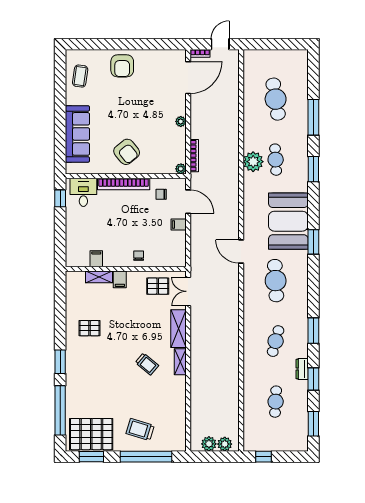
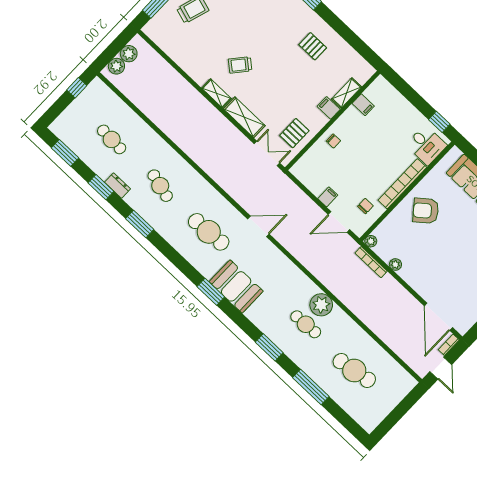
plant: (181, 121) -> (395, 265), moved
booth: (288, 221) -> (236, 286), width x0.73, depth x0.70
pallet: (89, 328) -> (313, 46), turned 90

